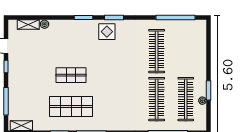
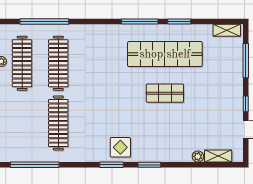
shop shelf: (71, 106) -> (165, 54), width x1.40

